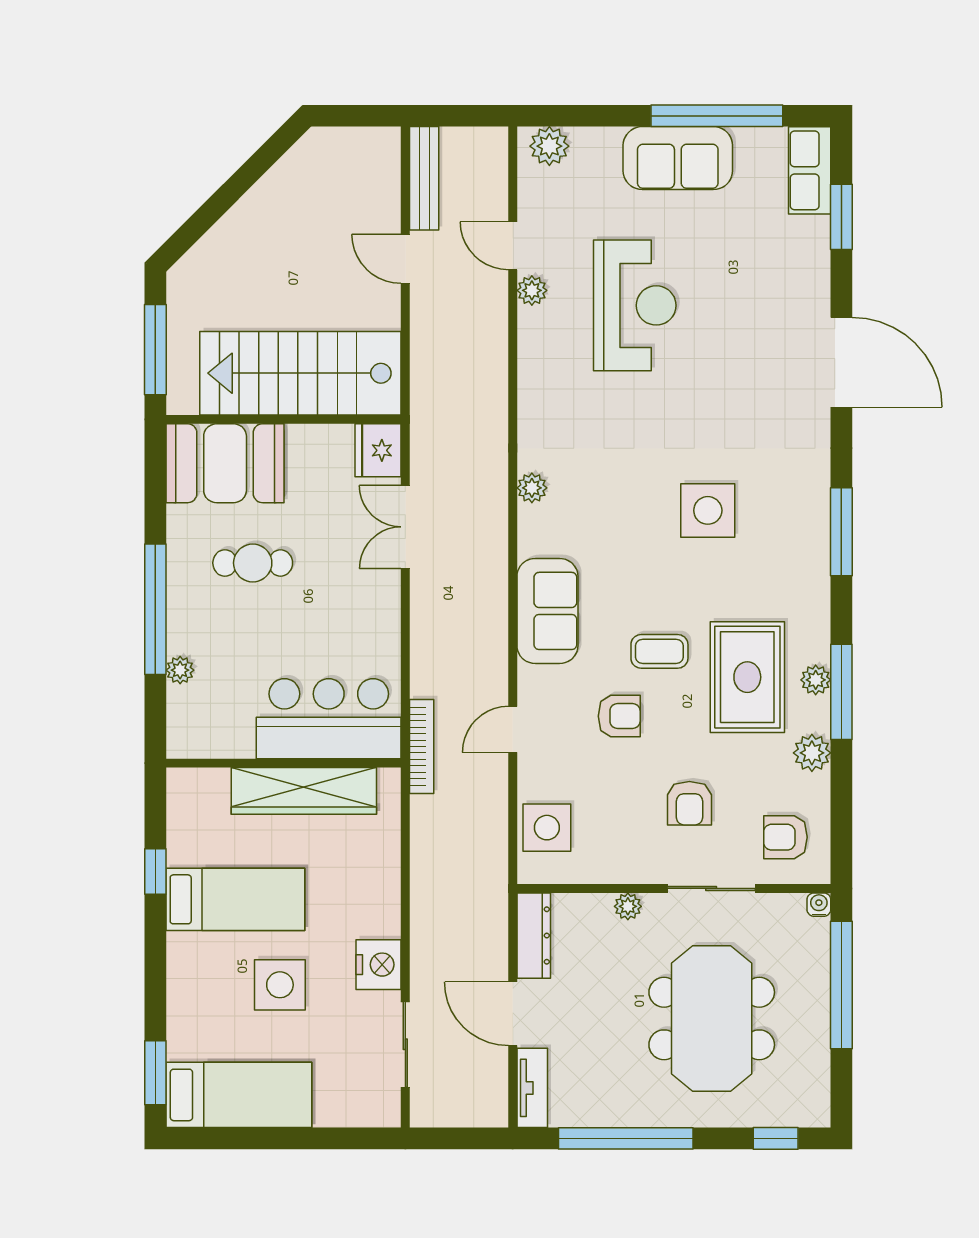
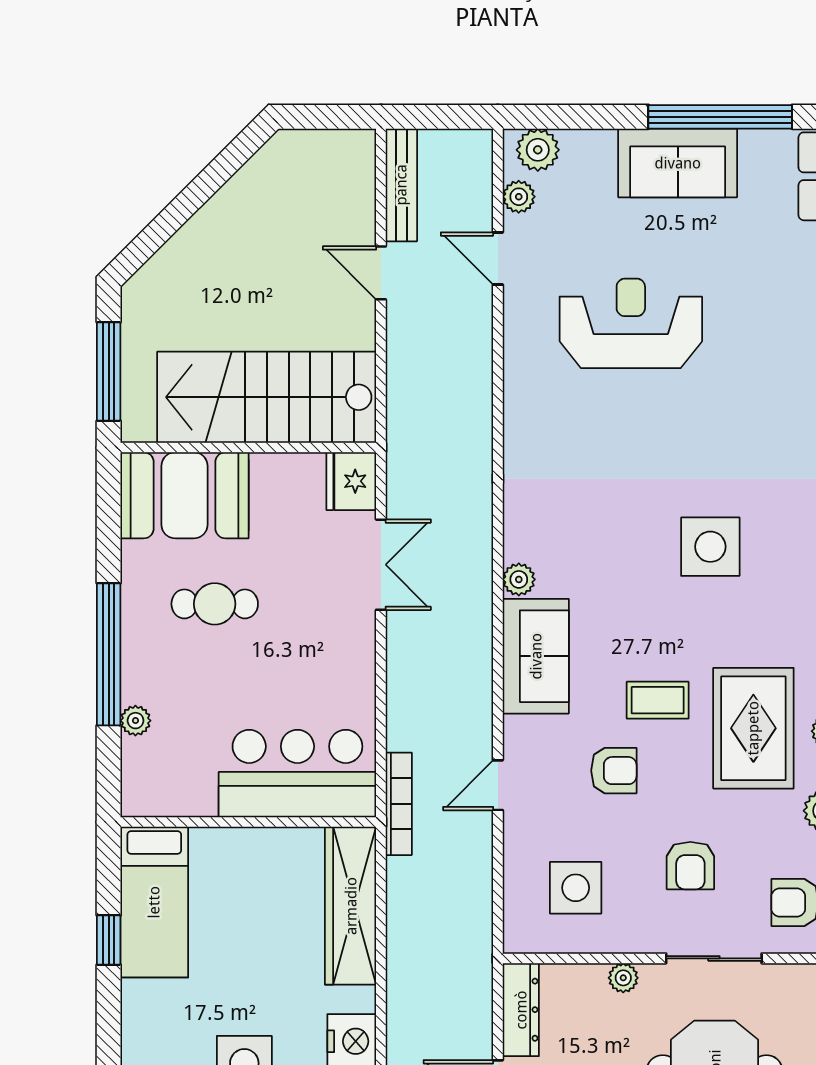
plant: (532, 290) -> (519, 197), moved
reception desk: (635, 305) -> (631, 323), turned -90
plant: (532, 488) -> (519, 579), moved
double door: (405, 527) -> (381, 565), swing flipped
wardrobe: (304, 791) -> (351, 906), moved, turned 90
side table: (547, 828) -> (576, 888), moved
bed: (235, 899) -> (154, 902), moved, turned 90

